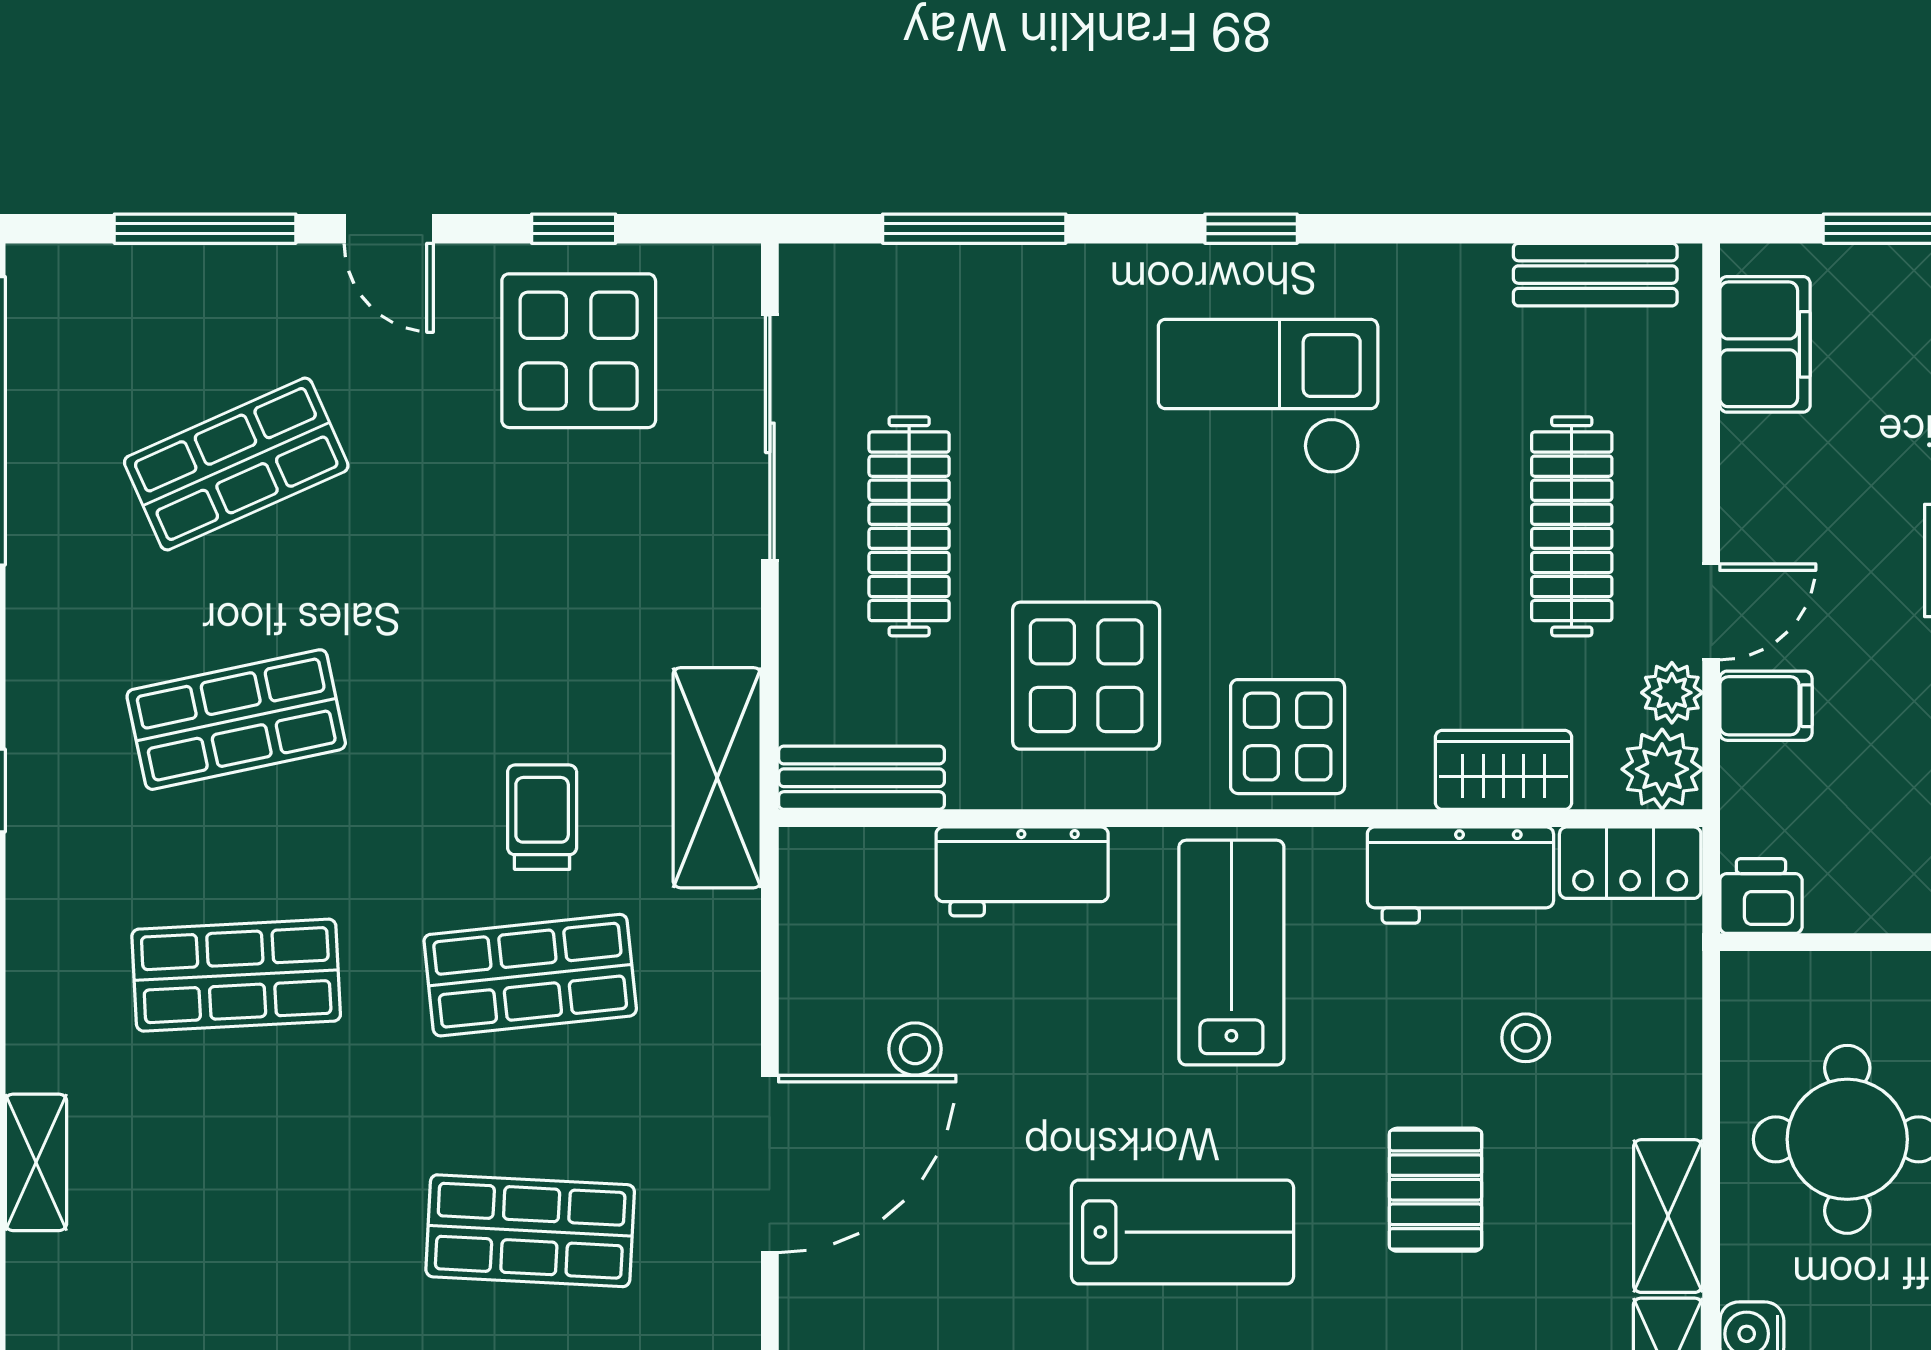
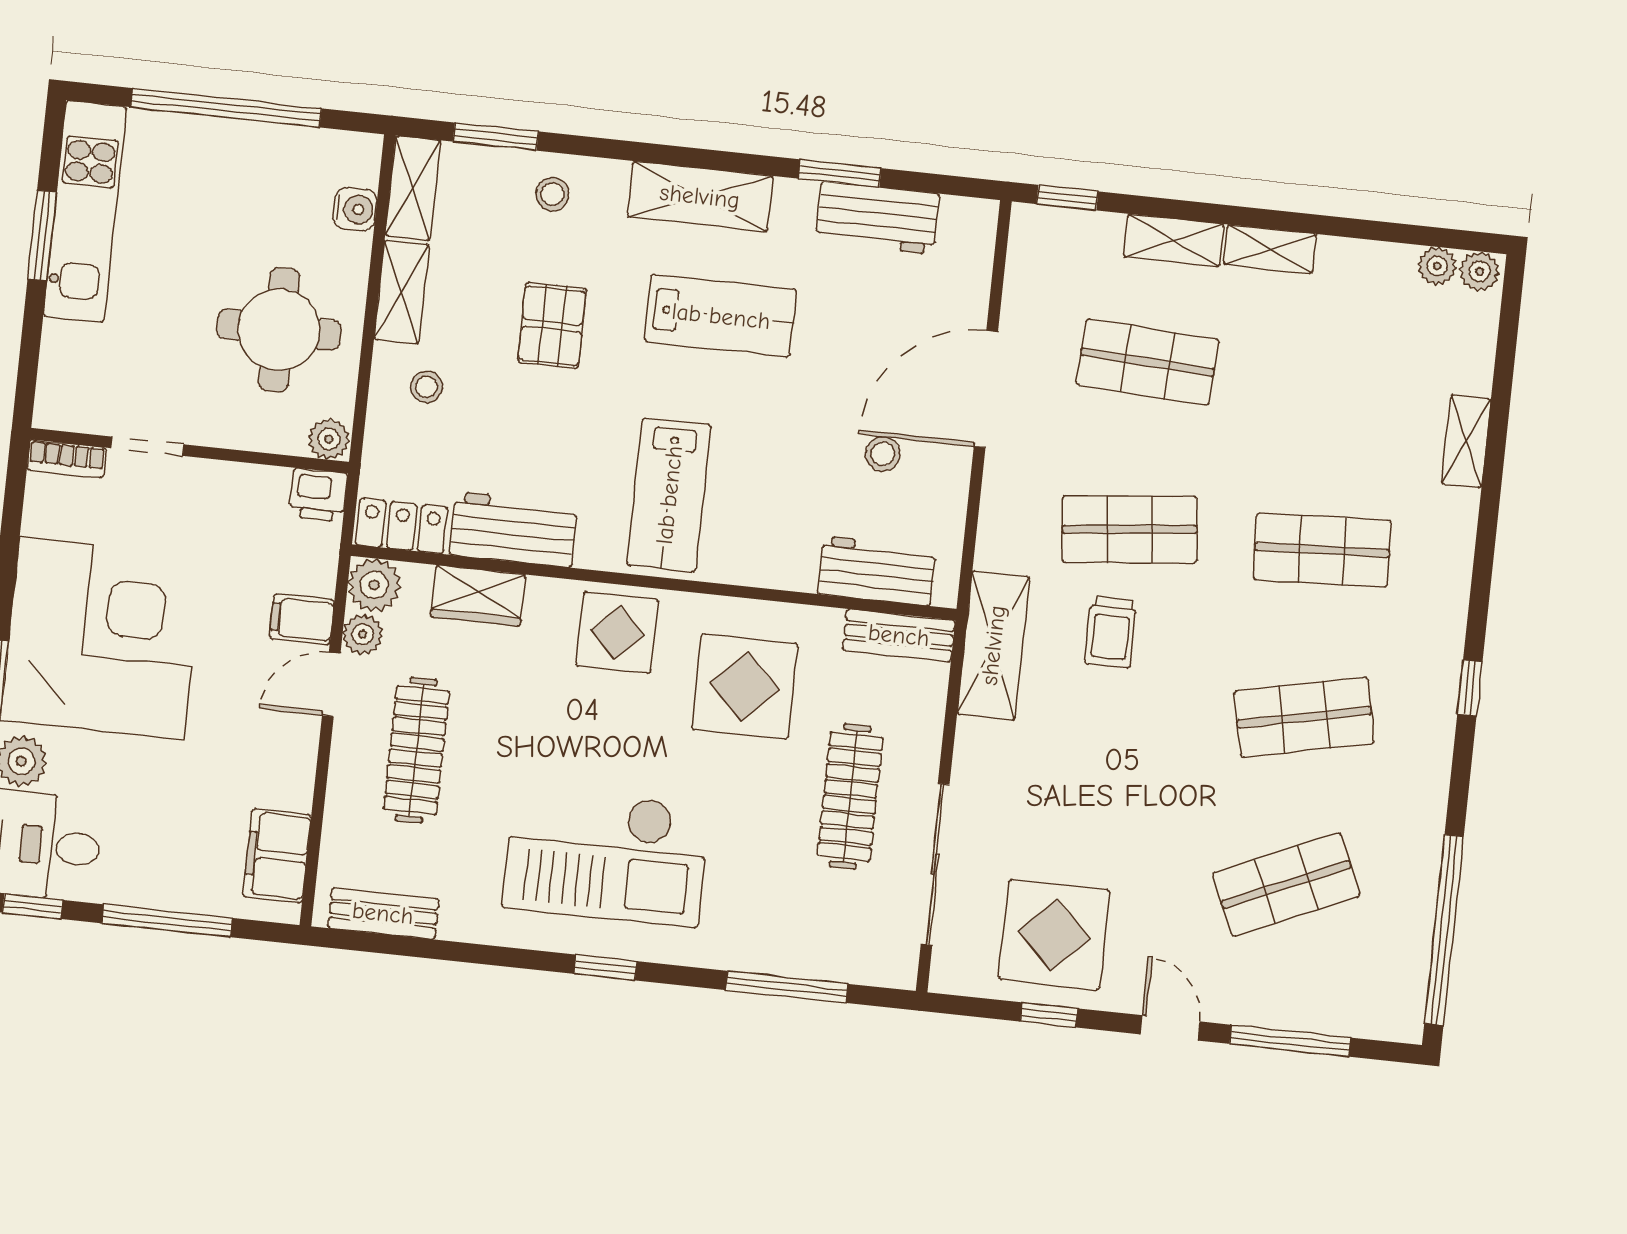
checkout: (1268, 396) -> (606, 857), width x1.36, depth x1.21
workbench: (1022, 871) -> (877, 571), moved
plant: (1754, 982) -> (329, 439), added
stool: (1526, 1038) -> (427, 387), moved
lab bench: (1183, 1232) -> (721, 316), turned 180

